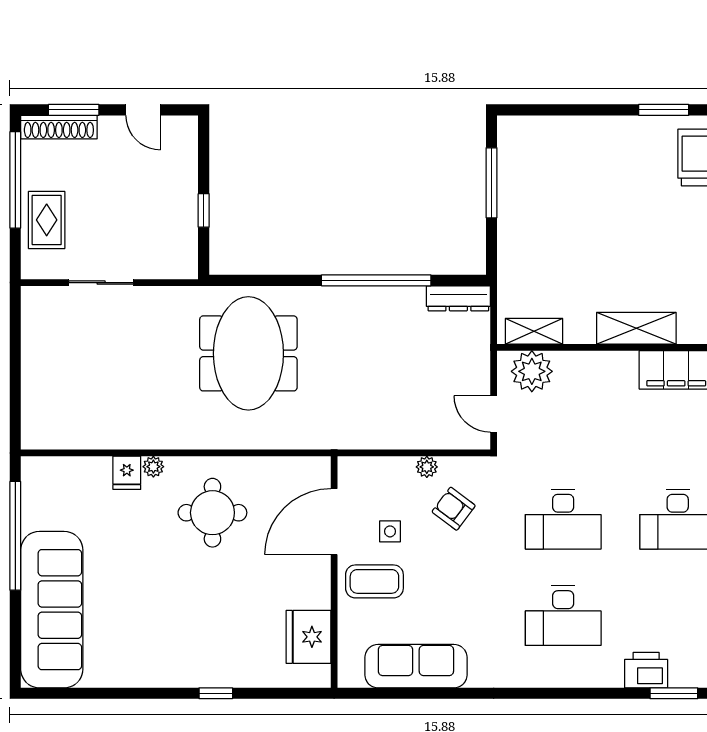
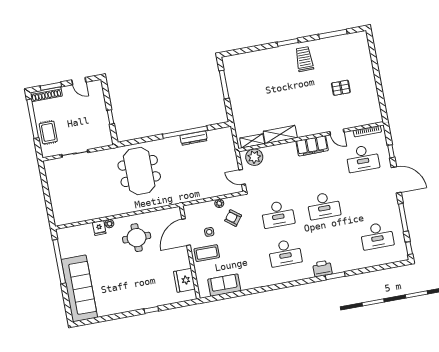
dresser: (458, 298) -> (194, 138), moved
shelving: (636, 328) -> (280, 134), moved
sofa: (416, 666) -> (224, 285), width x0.73

